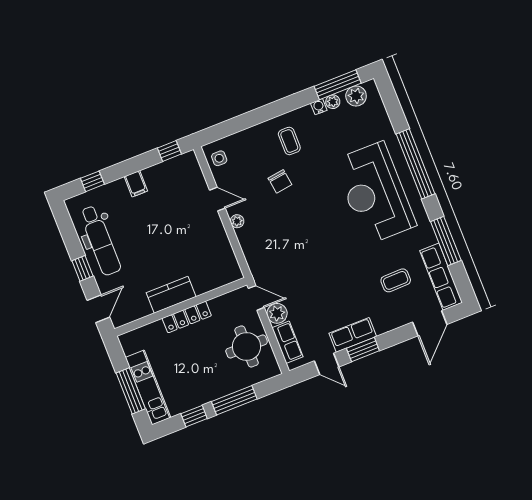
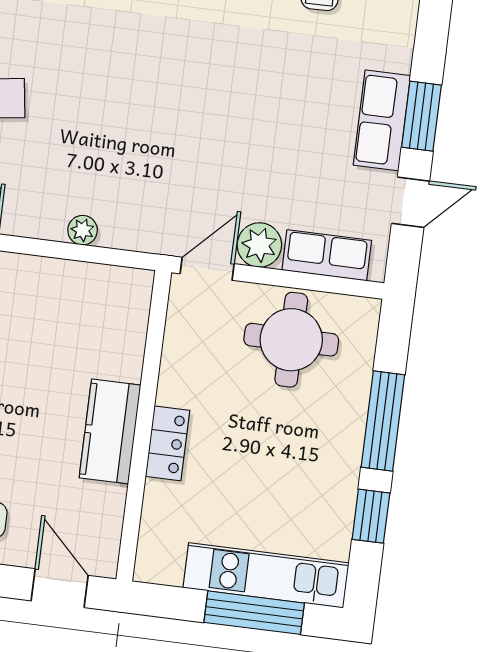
plant: (237, 221) -> (83, 230), moved
locker: (187, 317) -> (168, 443), width x0.66

